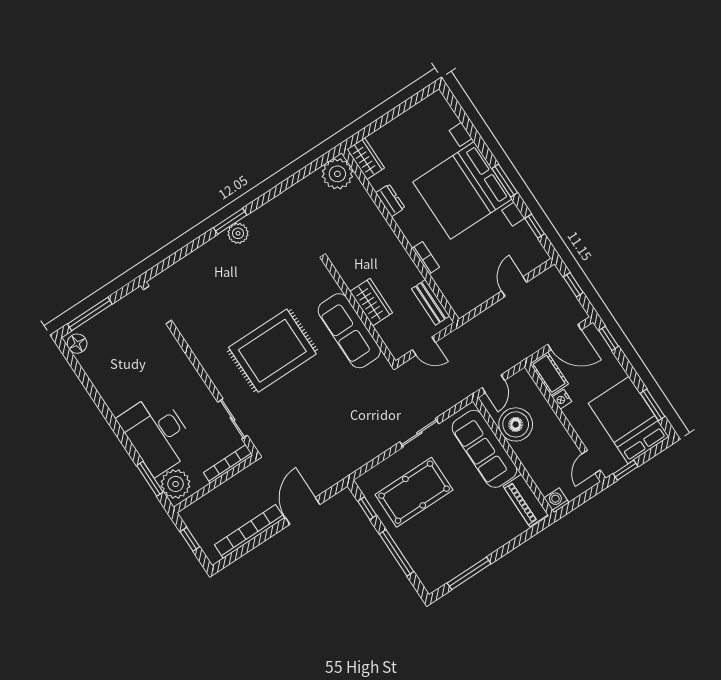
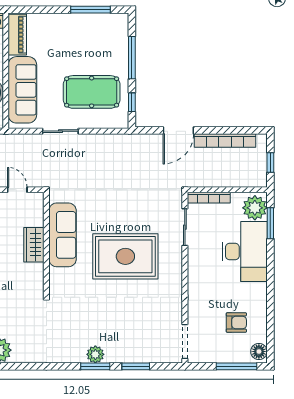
window: (190, 248) -> (136, 366), added
armchair: (119, 358) -> (236, 323), added

